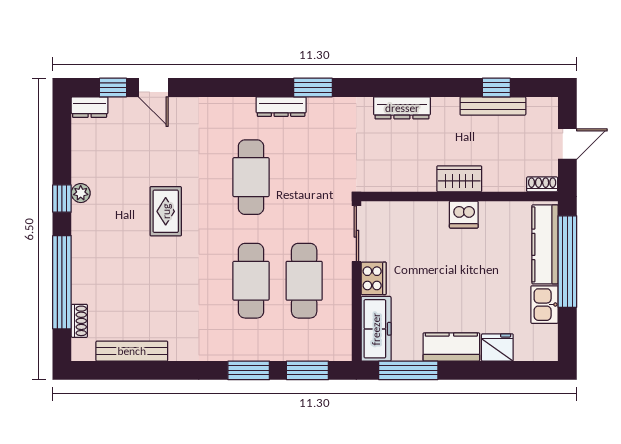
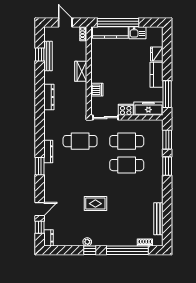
window: (313, 88) -> (40, 166), moved
cafe table: (251, 177) -> (80, 141), moved
dishwasher: (464, 215) -> (97, 90), moved

